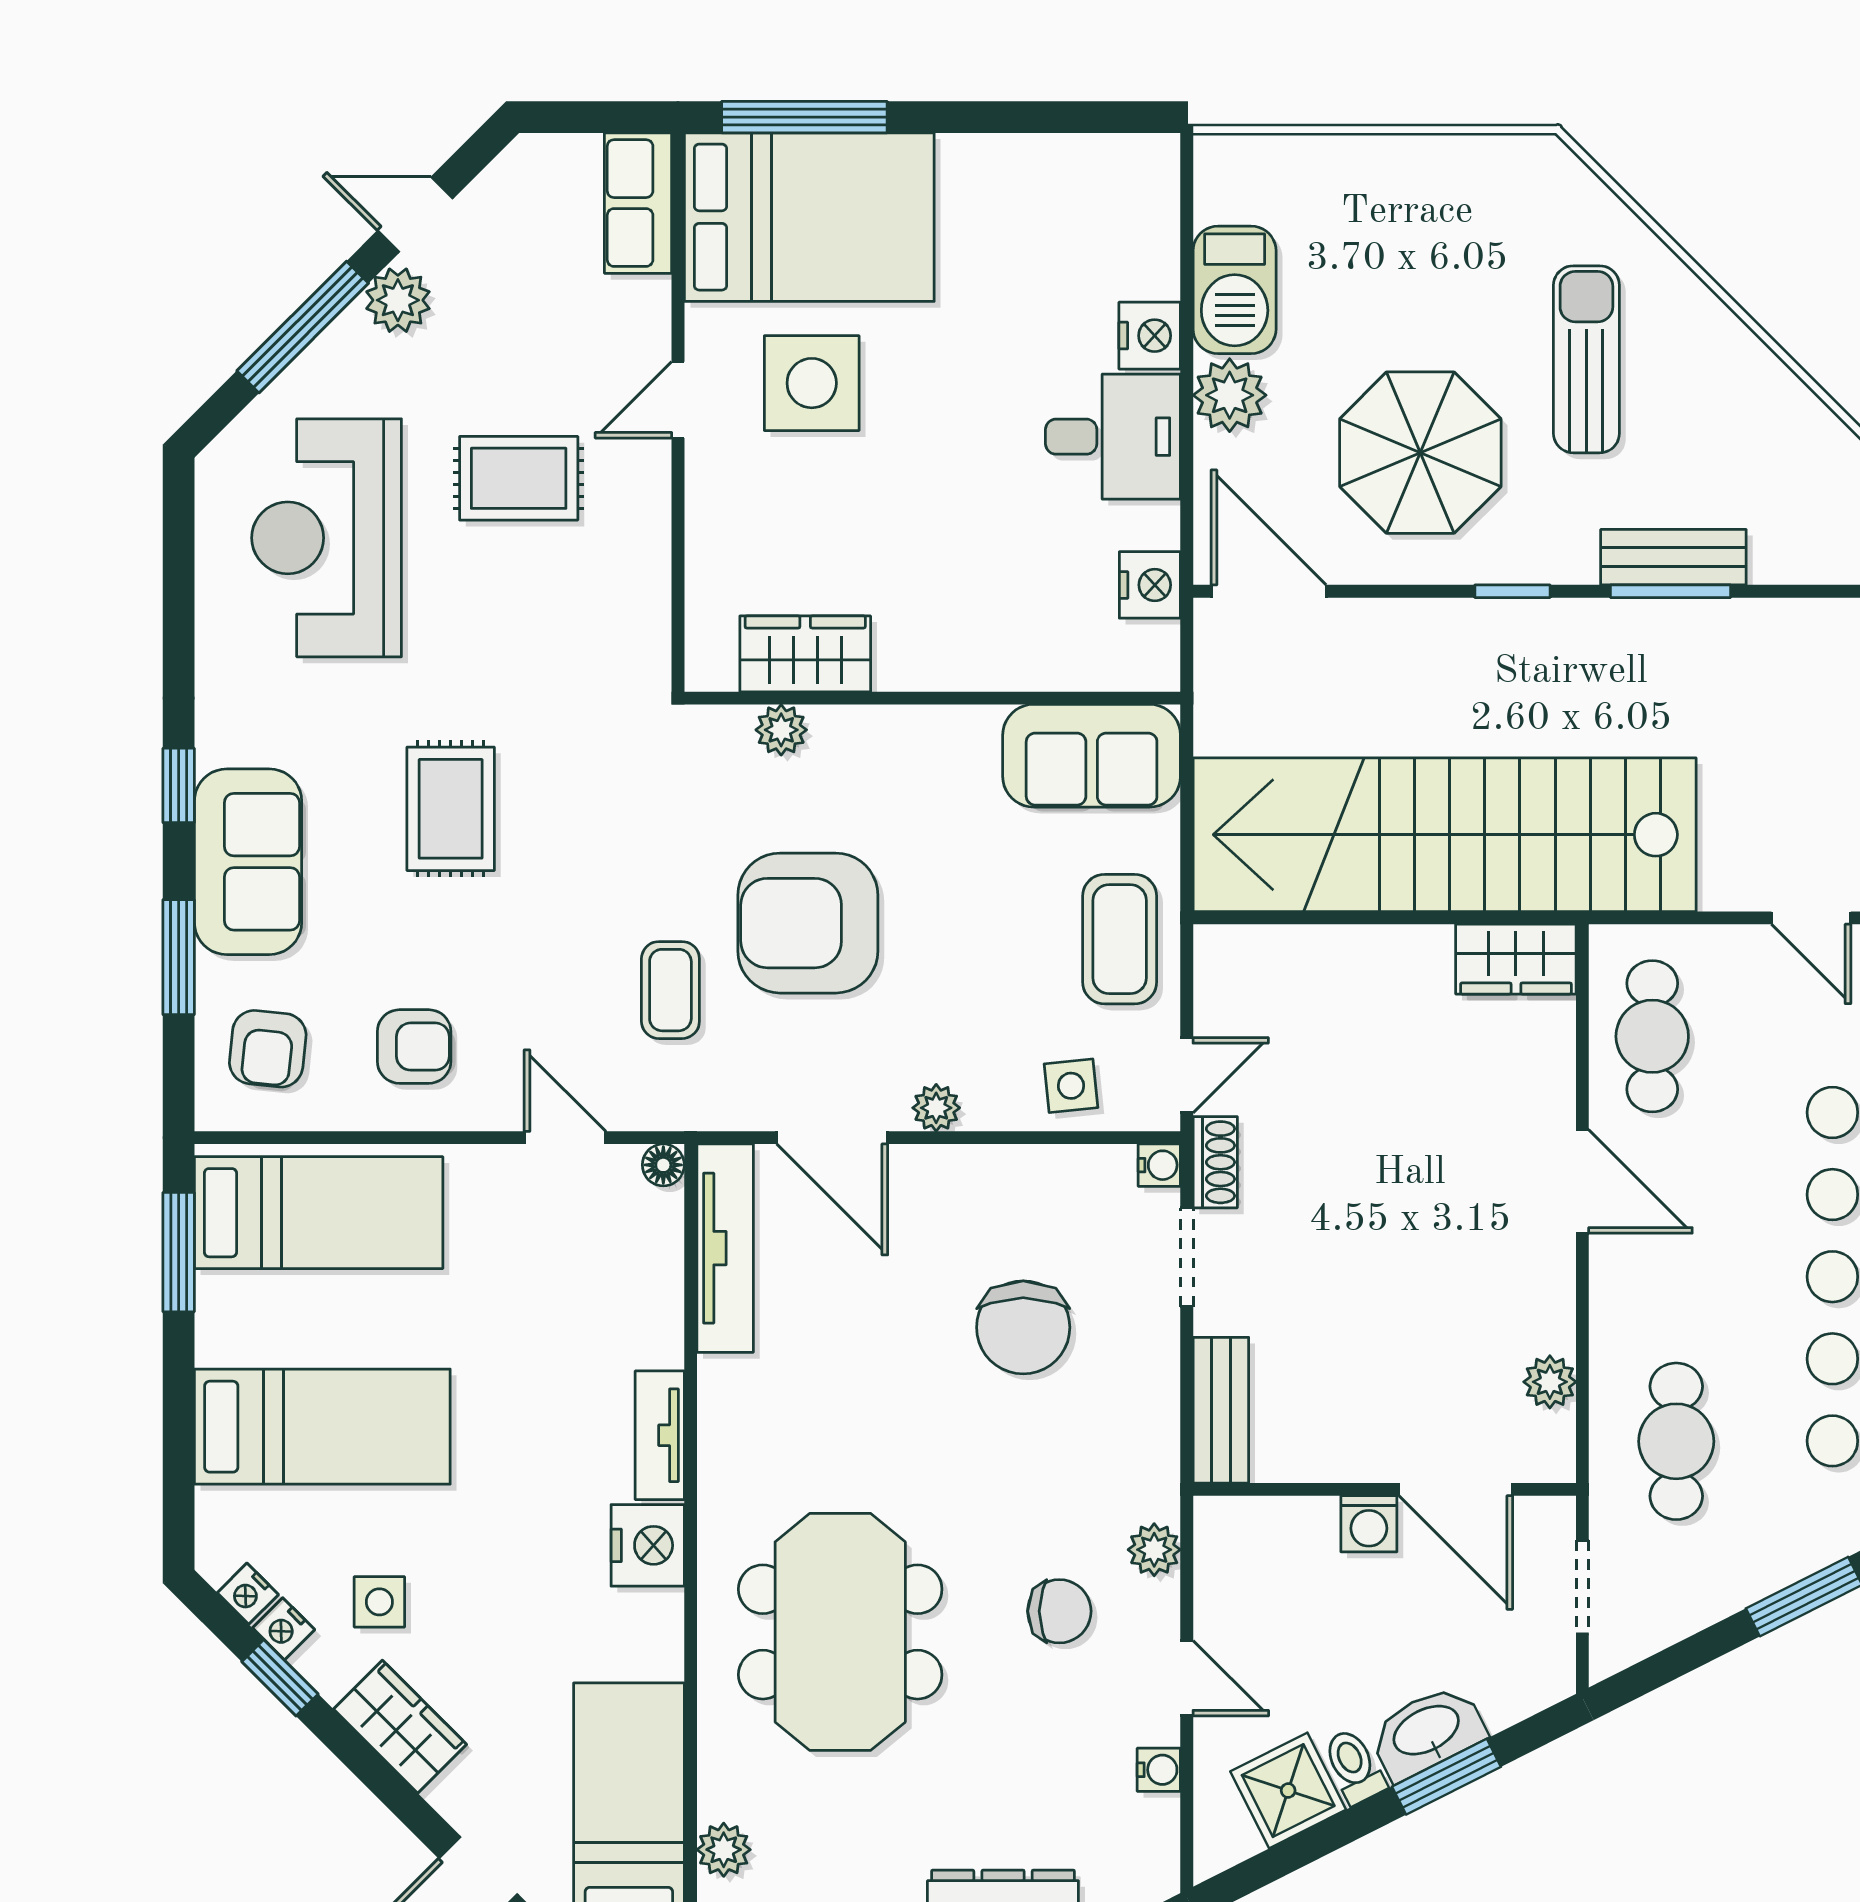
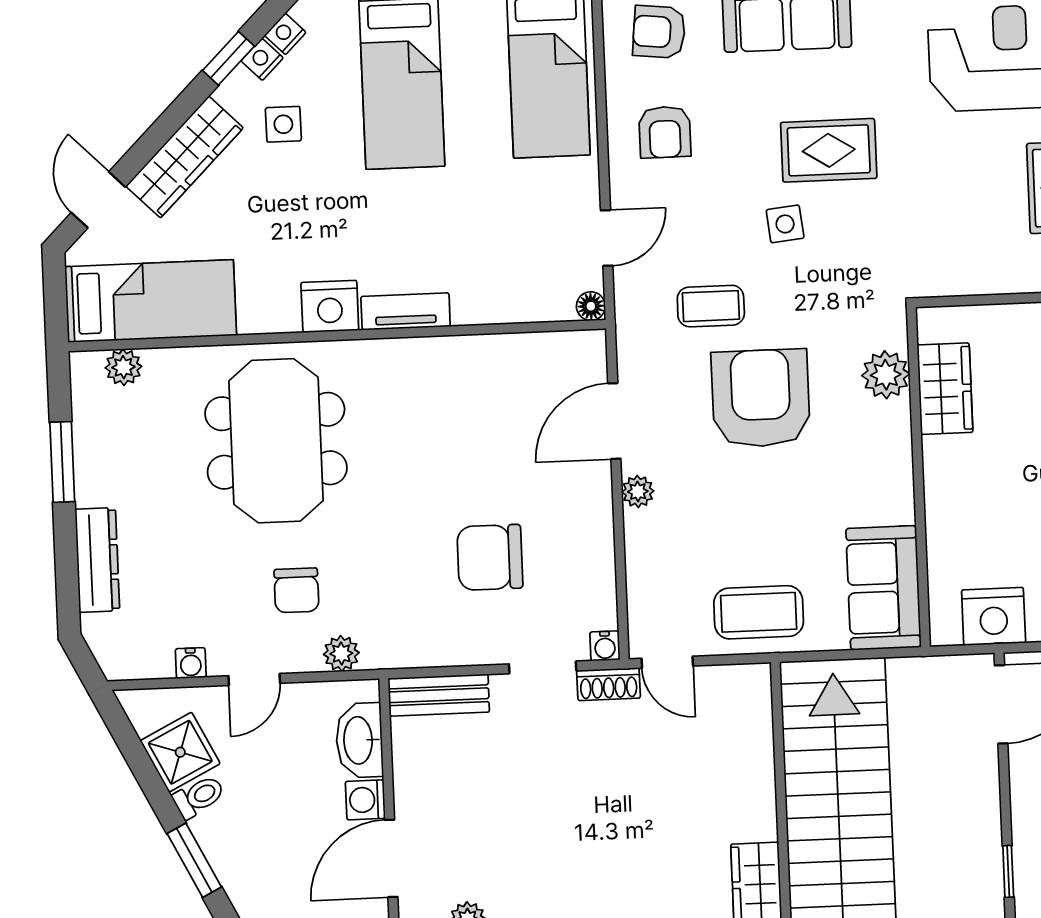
nightstand: (1150, 585) -> (994, 616), width x1.36, depth x1.33
plant: (781, 730) -> (886, 375), width x1.38, depth x1.38
side table: (1071, 1086) -> (785, 224), moved
tv unit: (725, 1248) -> (536, 351), removed
meeting table: (840, 1632) -> (276, 441), turned 90
wardrobe: (400, 1727) -> (185, 157), width x1.50
washbasin: (1427, 1732) -> (359, 740), moved, turned -153

